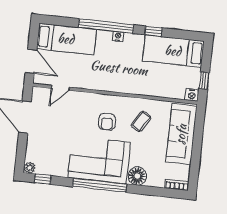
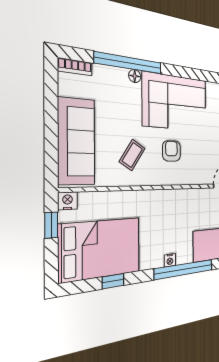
window: (153, 31) -> (113, 281), moved
bed: (173, 51) -> (101, 249), width x1.50
floor lamp: (137, 176) -> (135, 76), width x0.53, depth x0.53
window: (100, 185) -> (129, 63), moved

